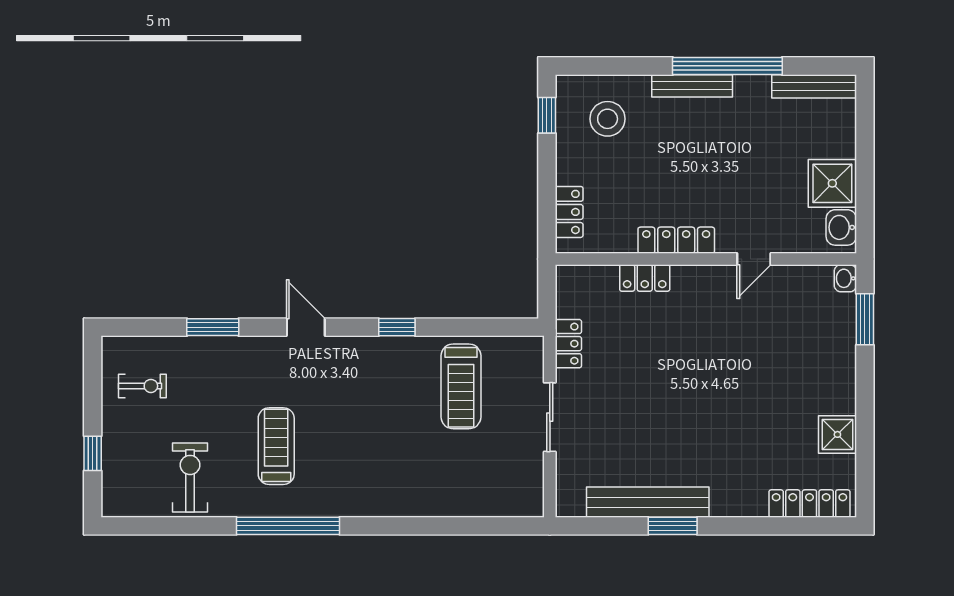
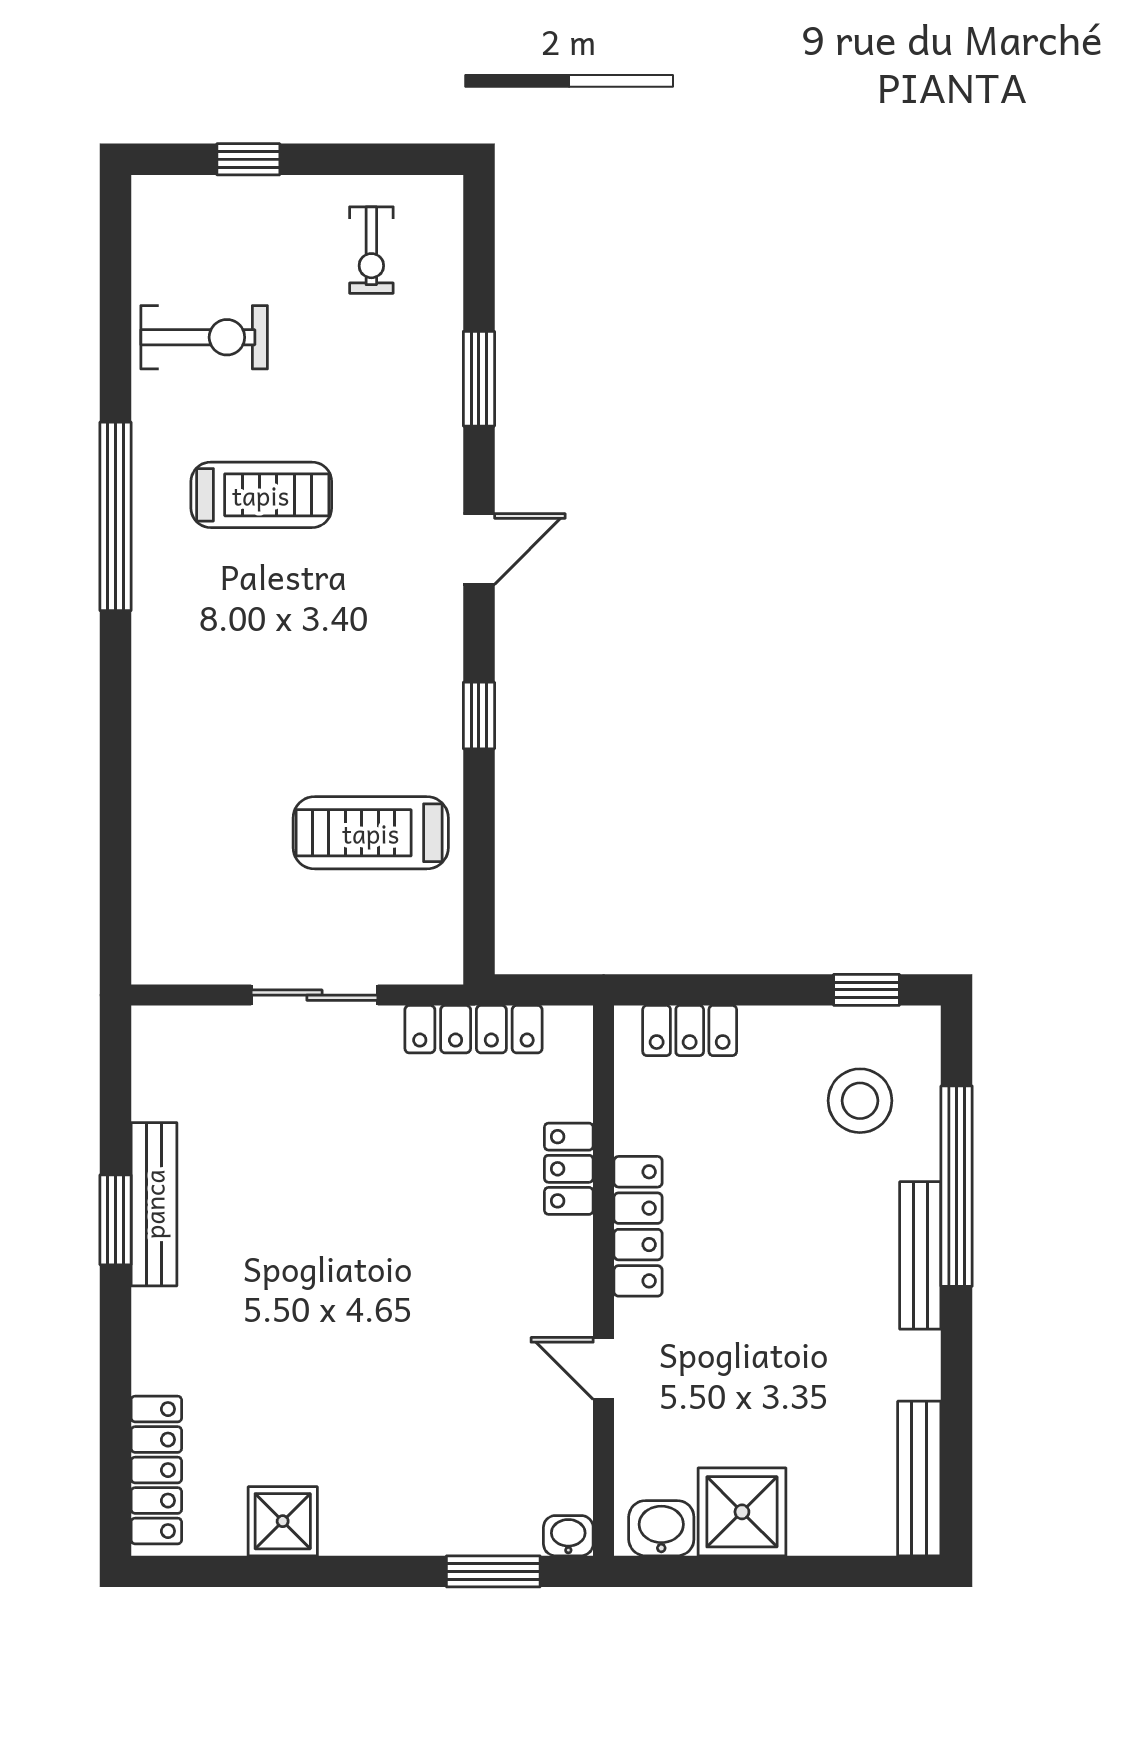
window: (727, 66) -> (957, 1186), moved
locker: (568, 344) -> (473, 1029), width x1.53
bench: (648, 502) -> (154, 1204), width x0.73, depth x0.82

